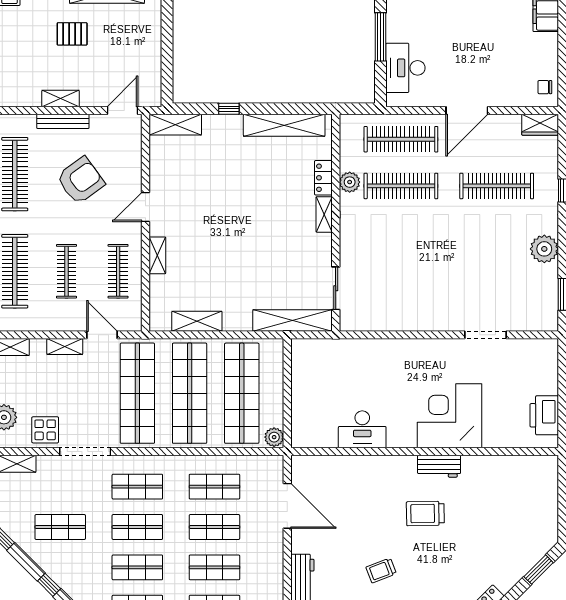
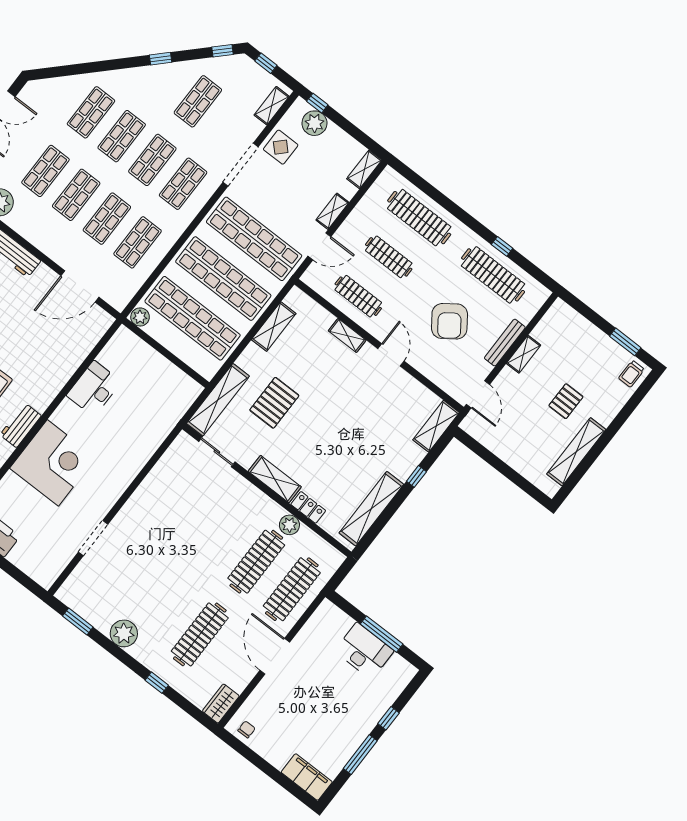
desk: (405, 68) -> (364, 651), moved
shelving: (324, 214) -> (275, 479), width x1.50, depth x1.33
pallet: (259, 272) -> (274, 403), added

